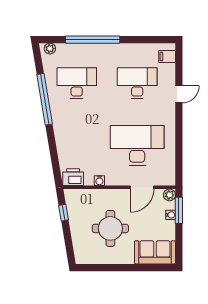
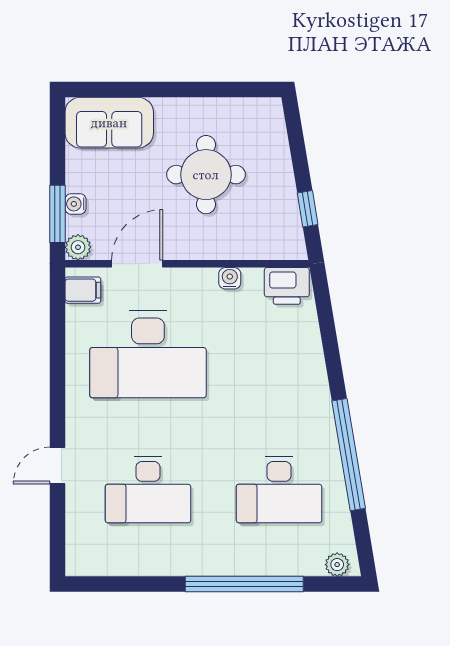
filing cabinet: (167, 57) -> (83, 290), moved

